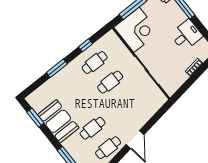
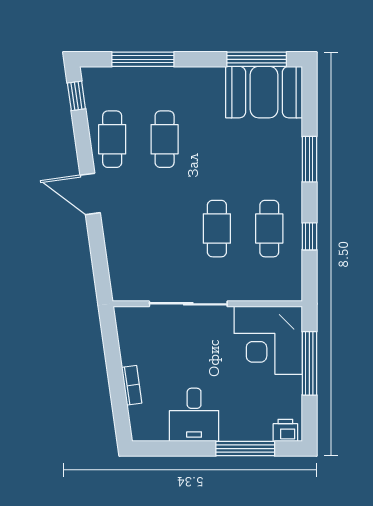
window: (35, 118) -> (257, 59), width x1.44
booth: (58, 121) -> (264, 92), moved

